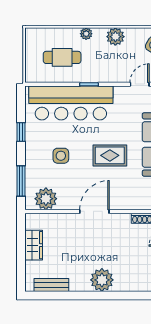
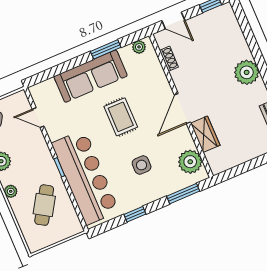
cafe table: (62, 57) -> (44, 205), turned 32
door: (94, 211) -> (182, 108), hinge flipped
wardrobe: (34, 245) -> (205, 134), moved, turned 90

